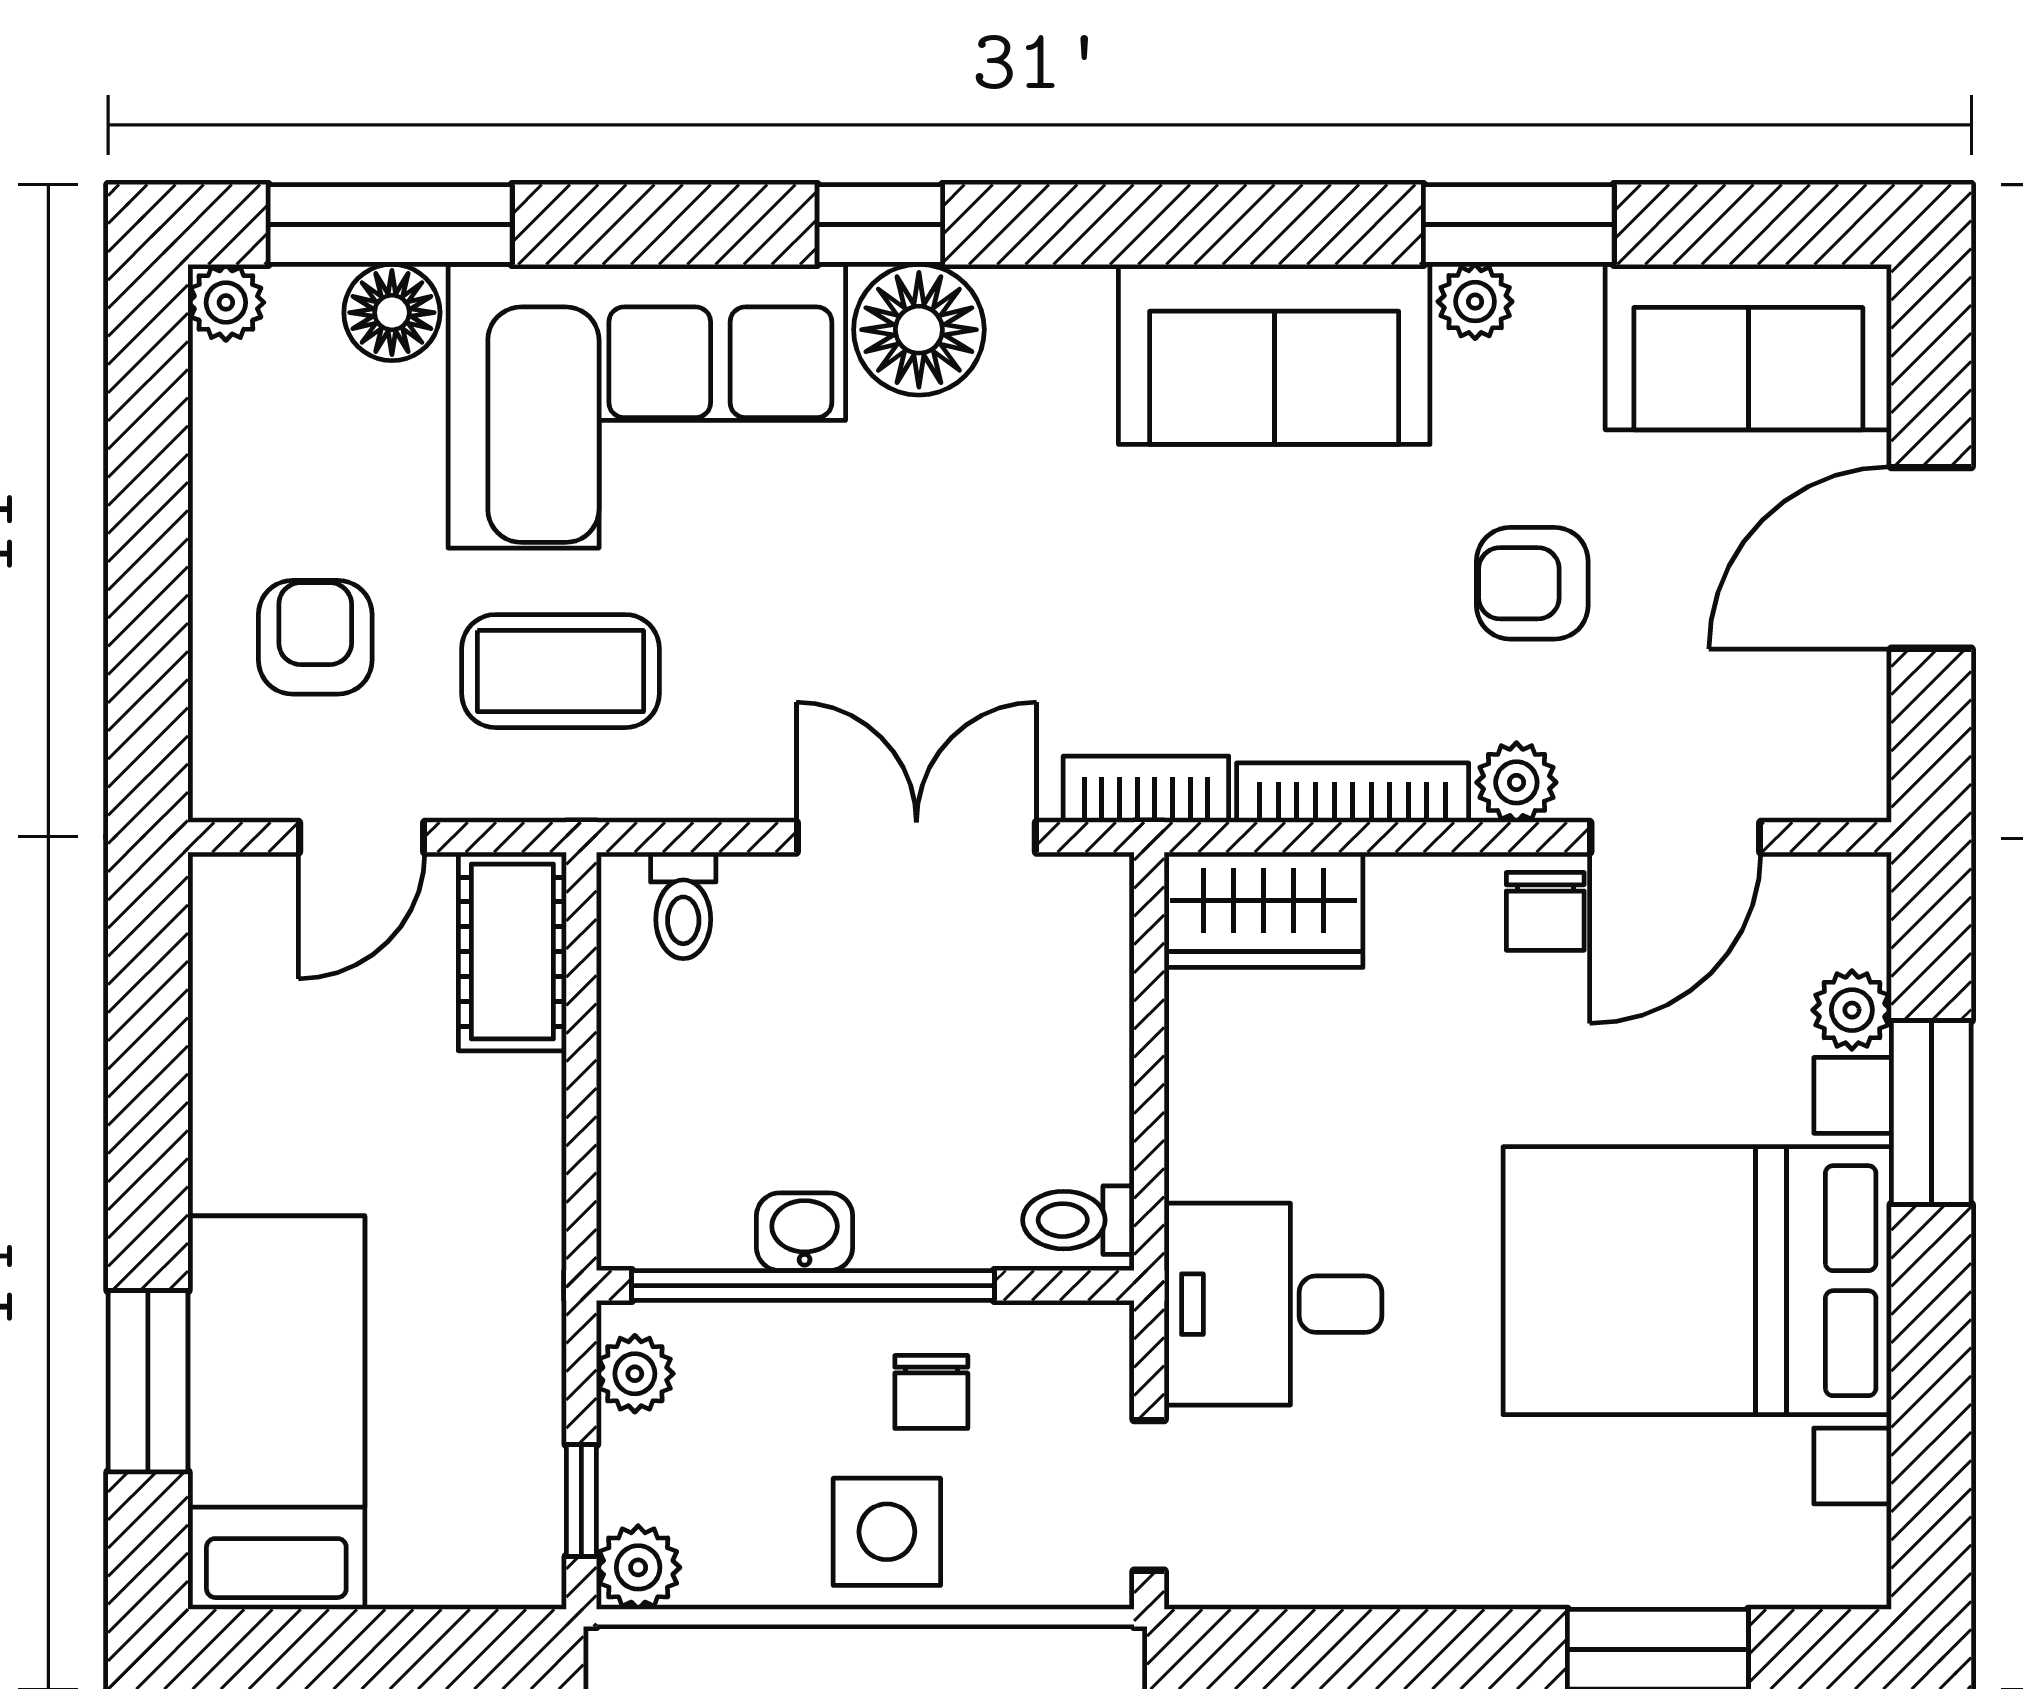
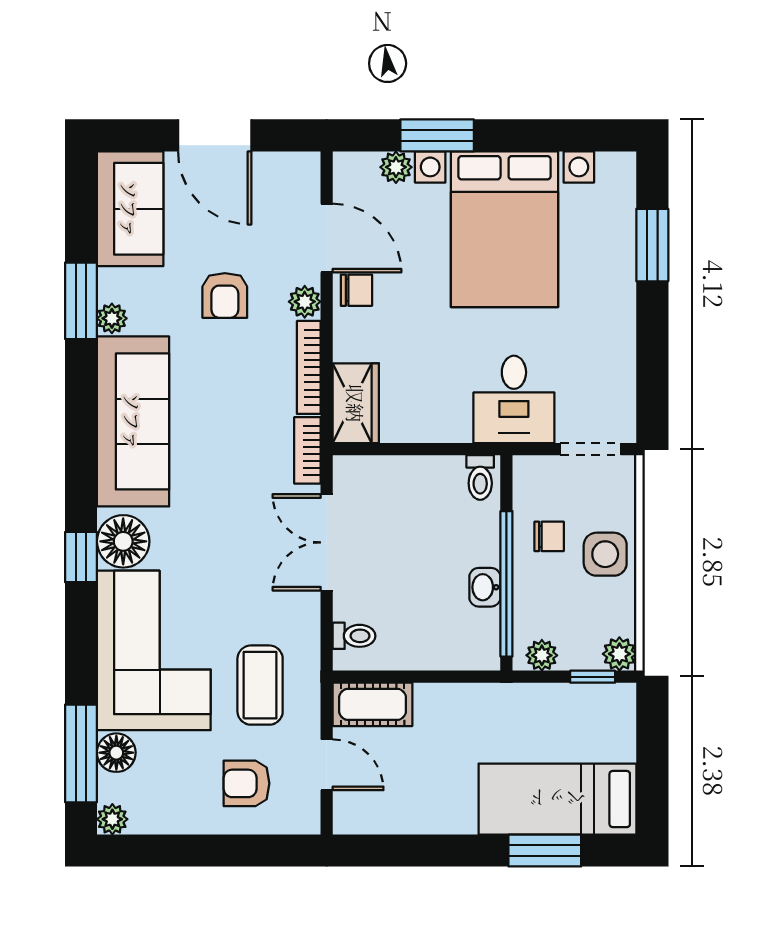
sofa: (1274, 354) -> (133, 421), width x1.36

